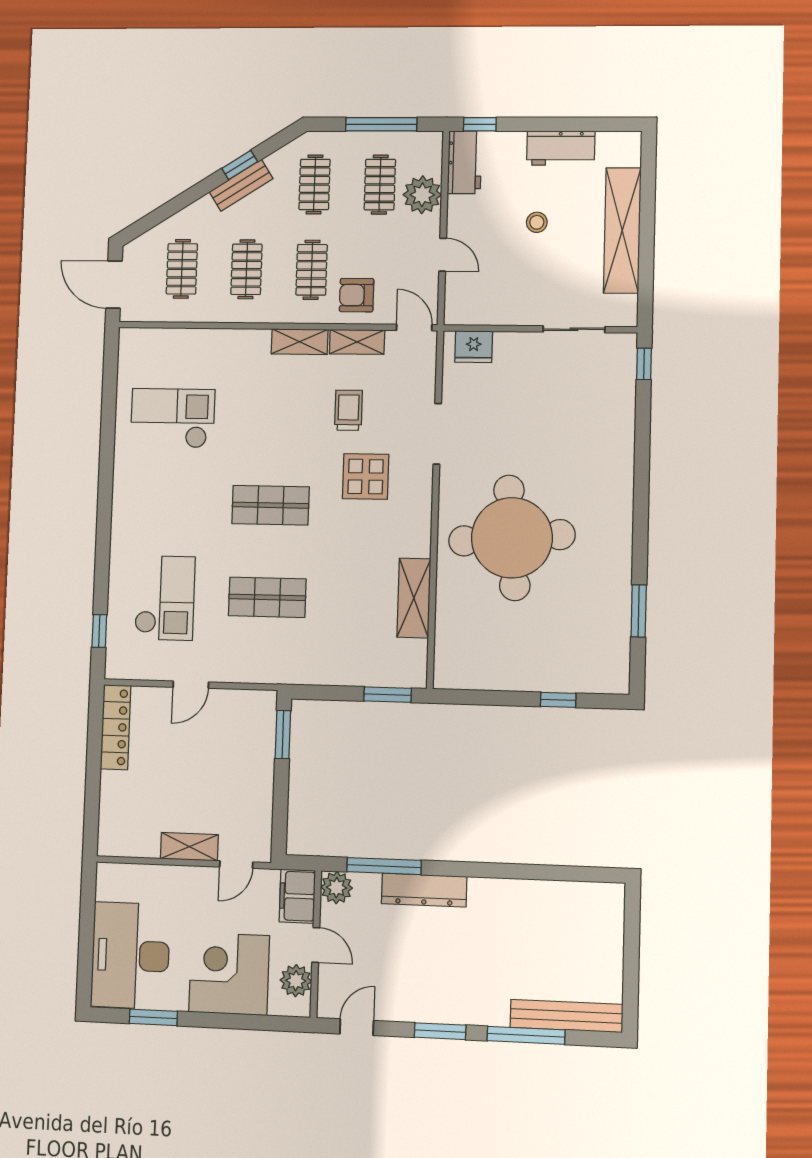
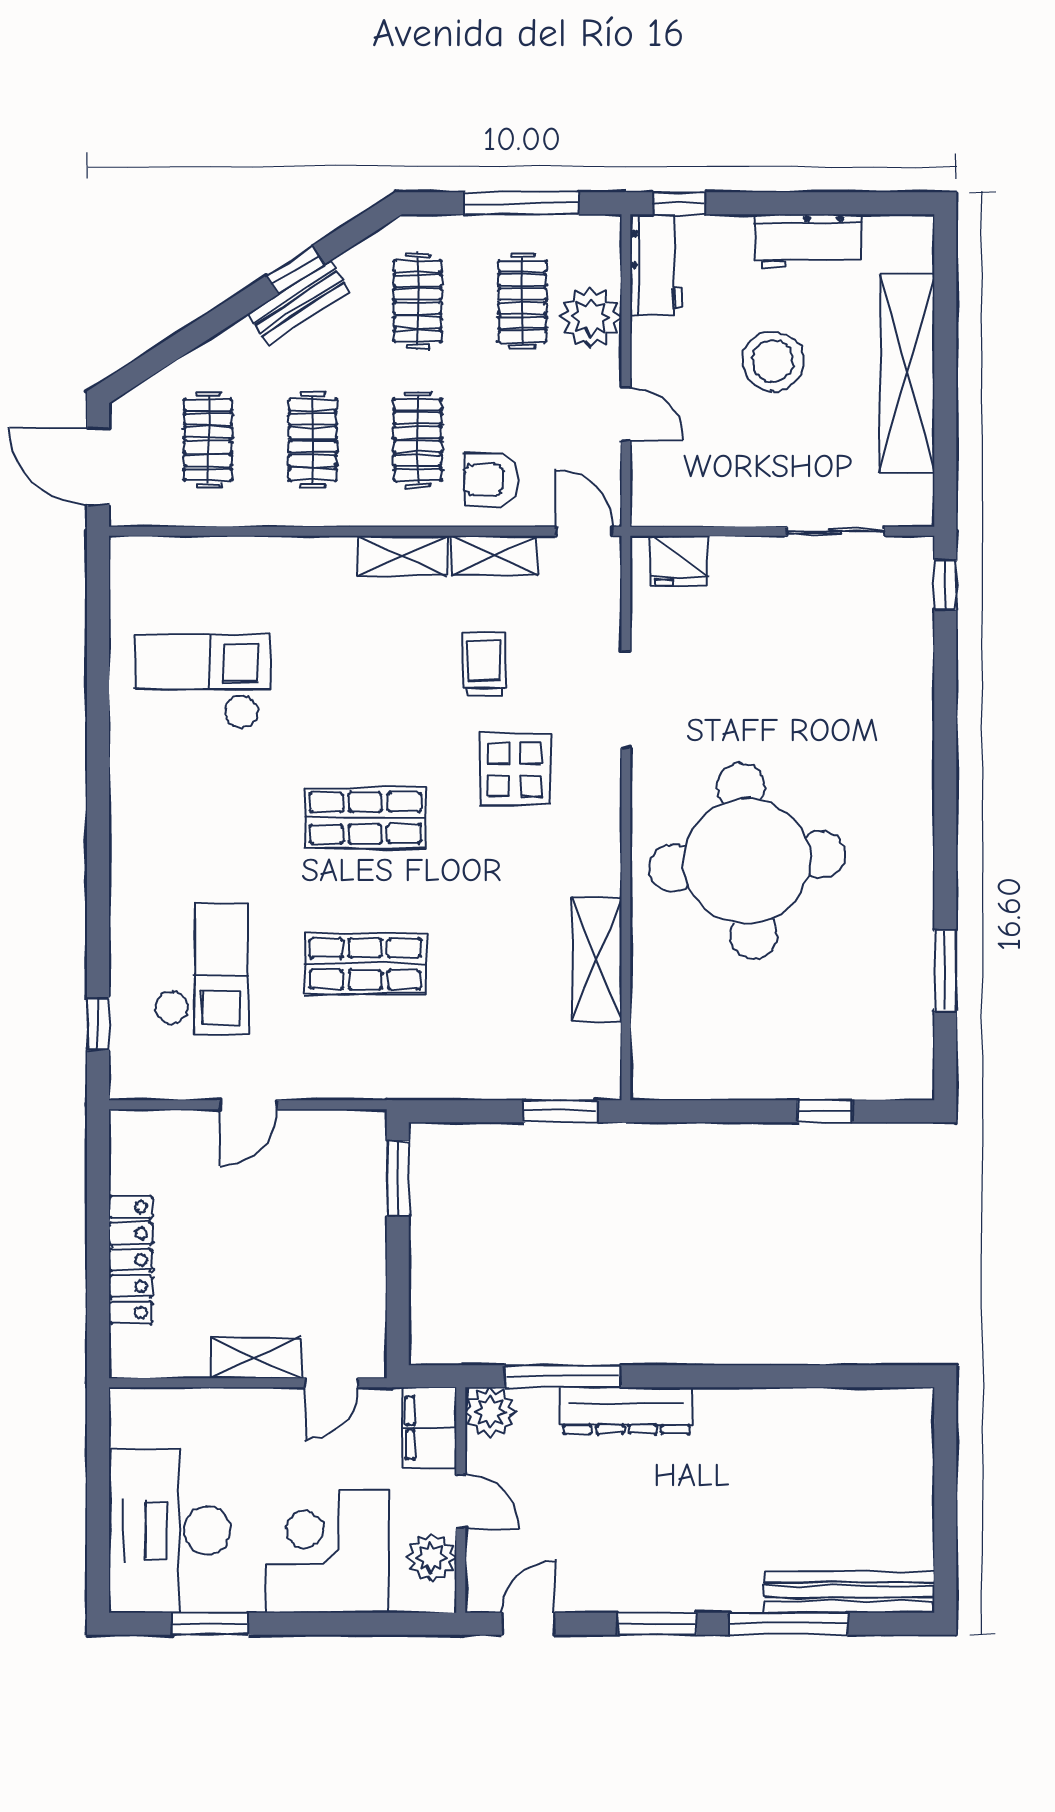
stool: (537, 222) -> (773, 361), width x1.89, depth x1.89
locker: (116, 727) -> (131, 1260), moved

